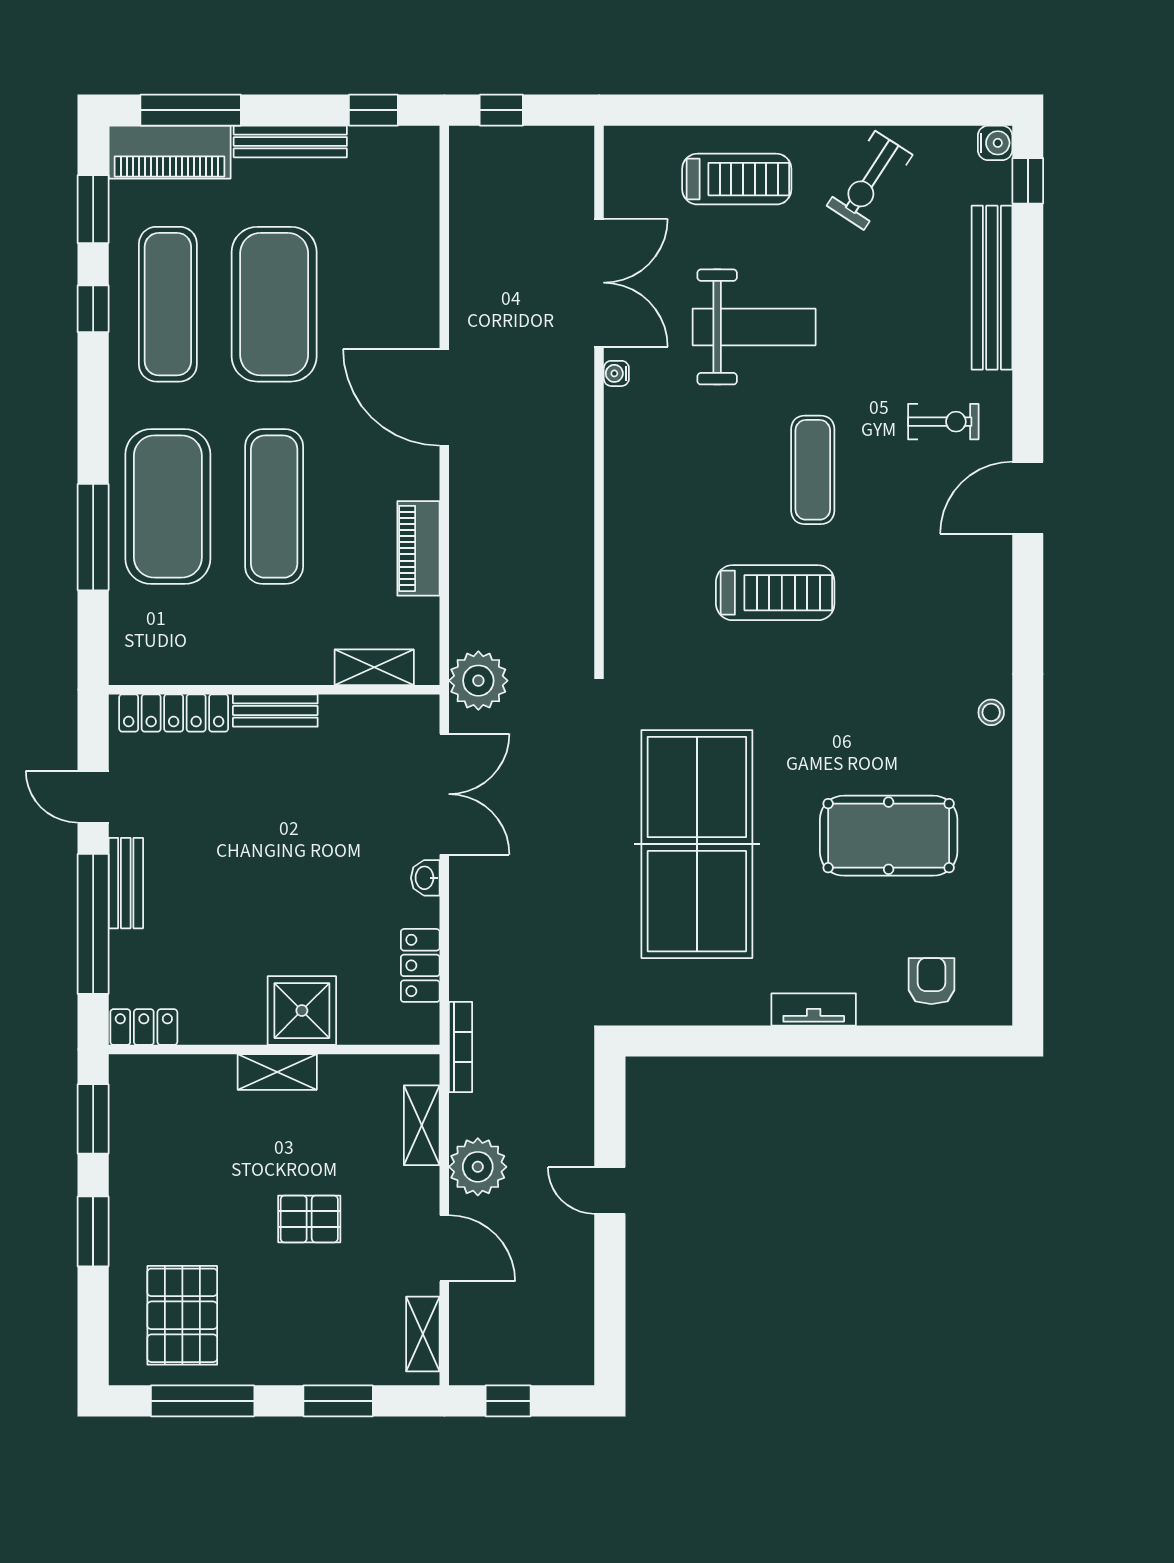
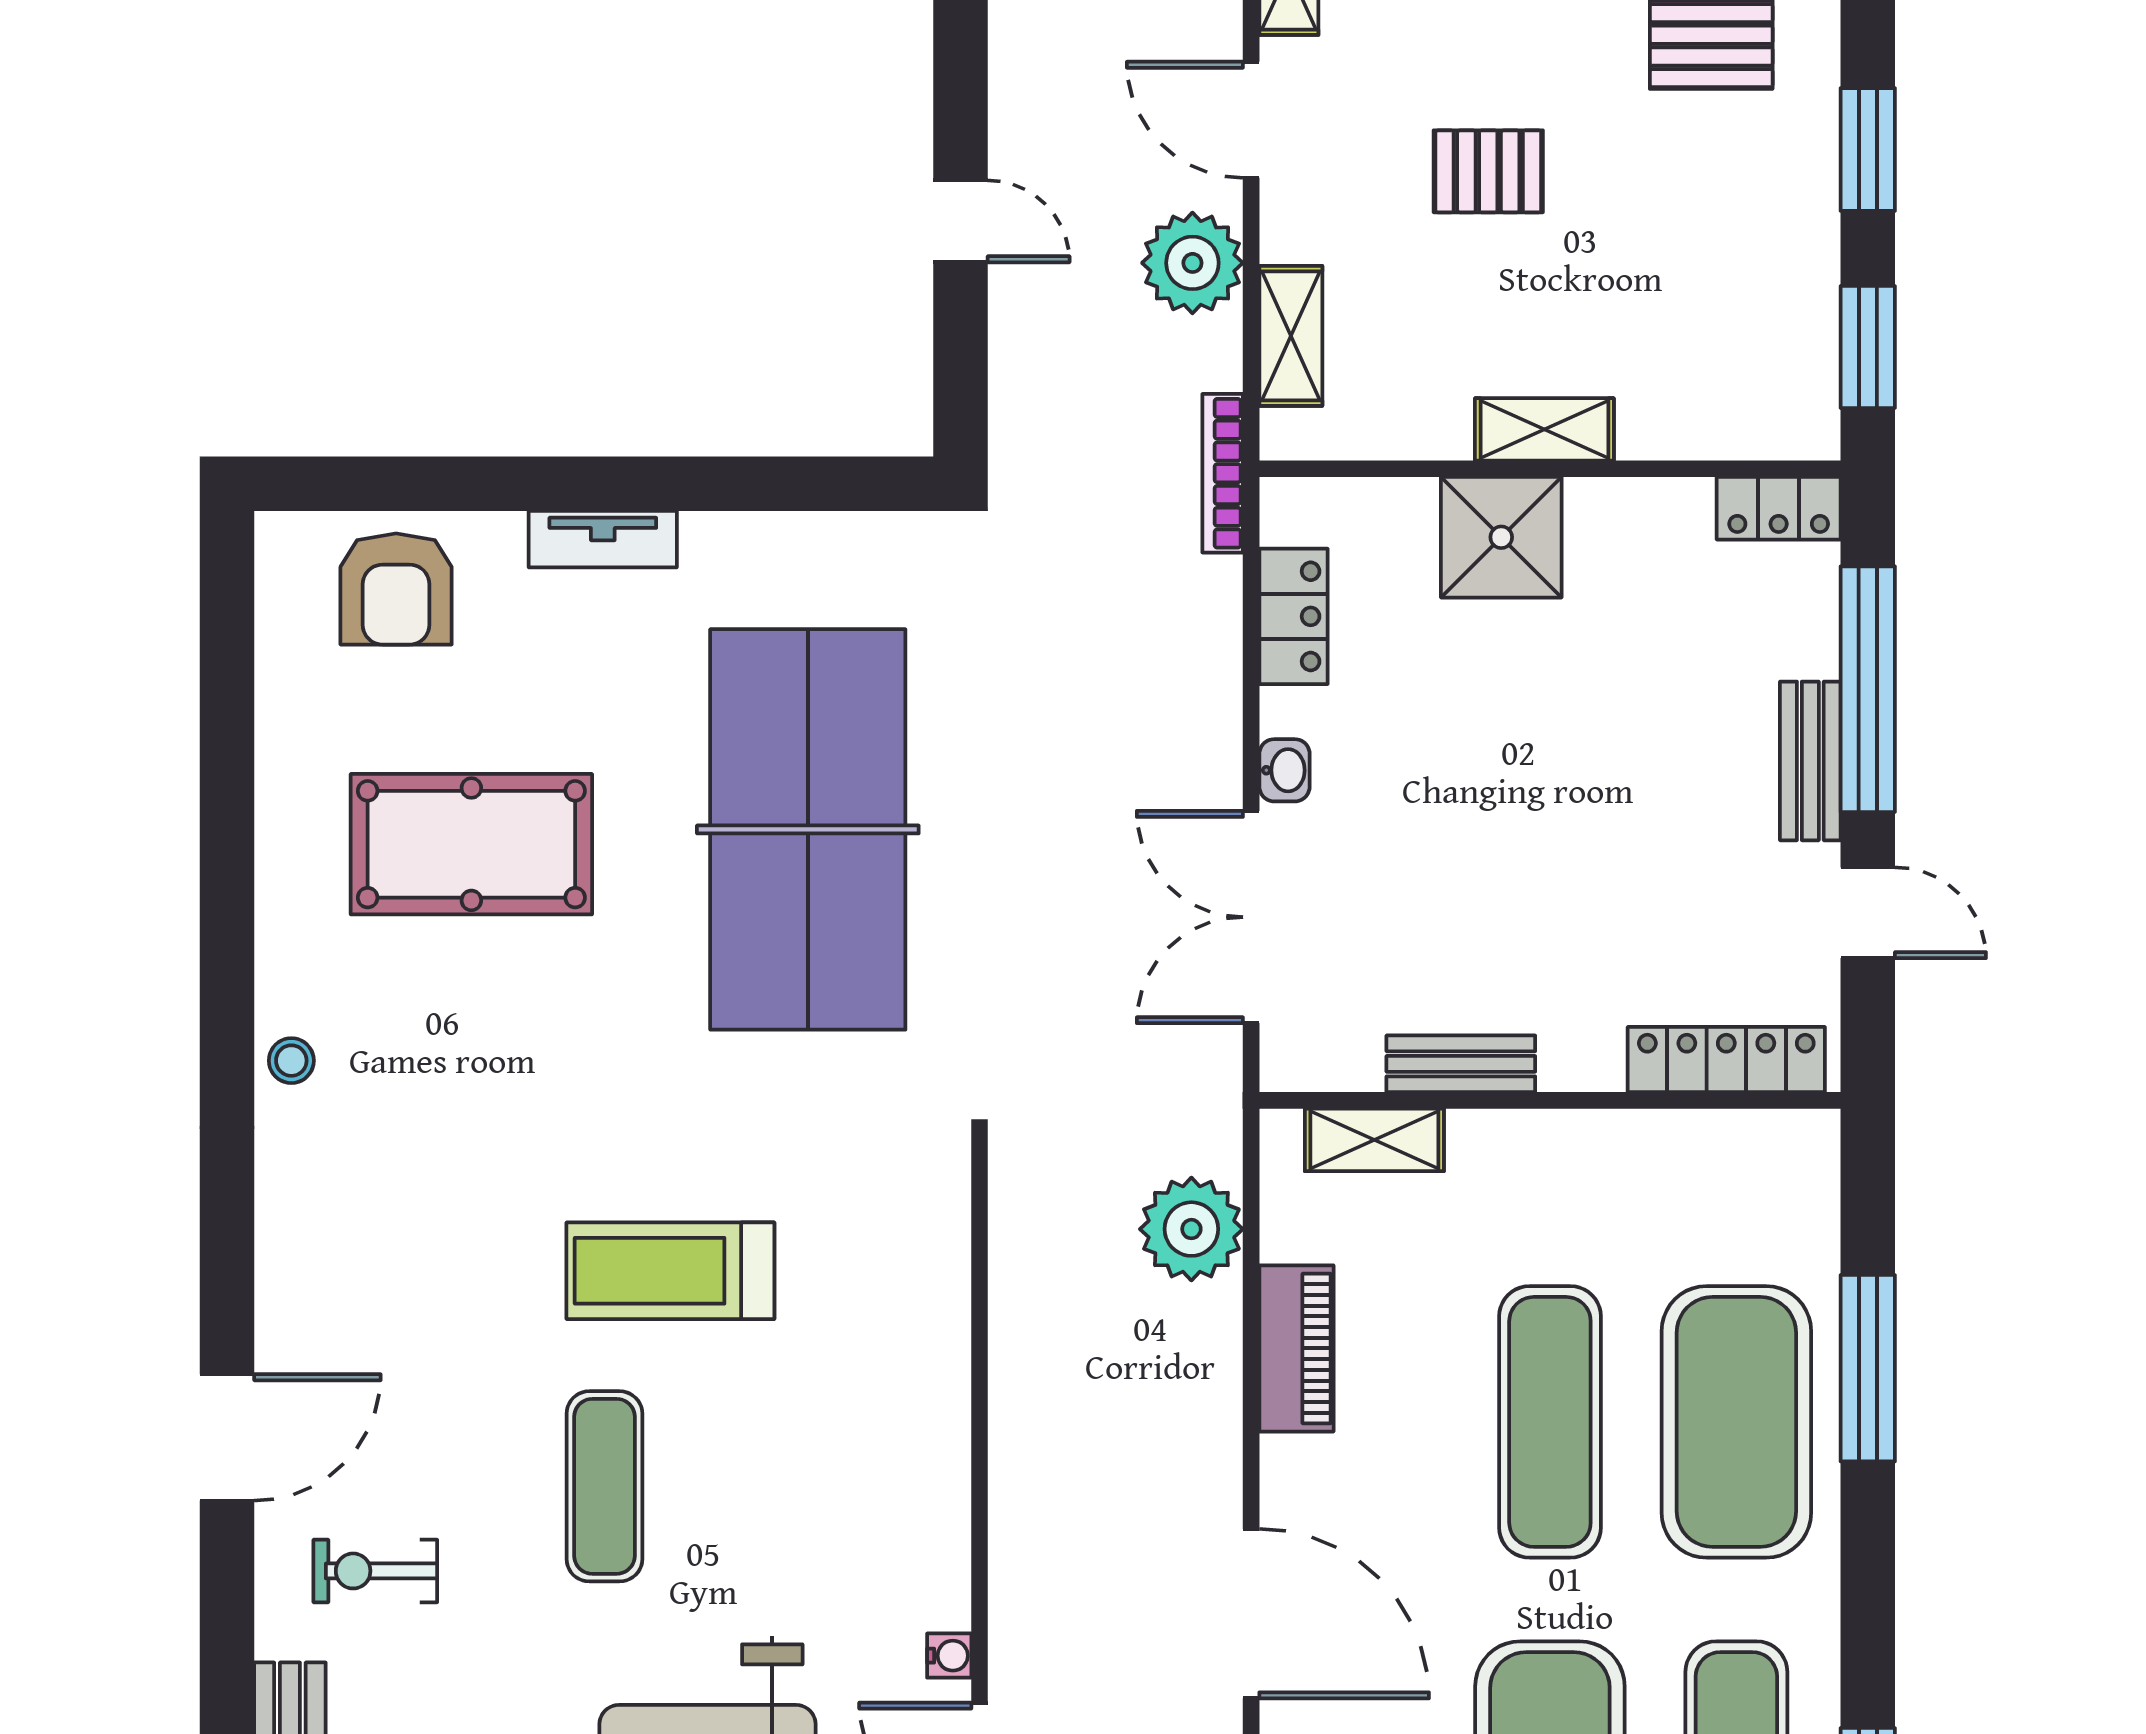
plant: (478, 681) -> (1191, 1229), moved
bench: (275, 711) -> (1461, 1064), moved
armchair: (931, 981) -> (396, 589), width x1.38, depth x1.38

